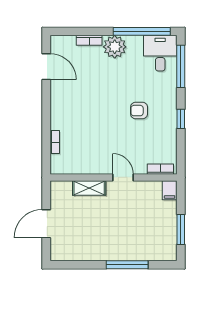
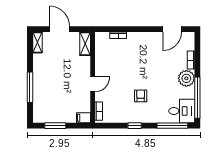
shelving: (89, 188) -> (85, 44), moved
shelving: (65, 254) -> (37, 42), added

